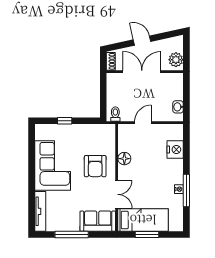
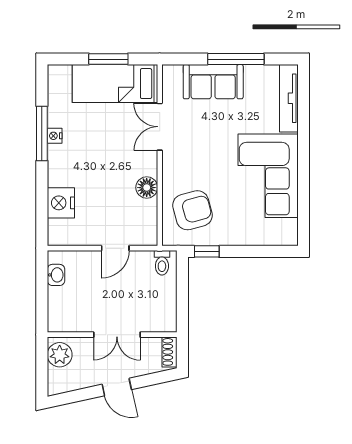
double door: (142, 72) -> (117, 335), width x0.73
window: (65, 121) -> (207, 251), moved
armchair: (95, 166) -> (192, 210), moved, turned 75
sofa: (98, 221) -> (213, 82), moved

